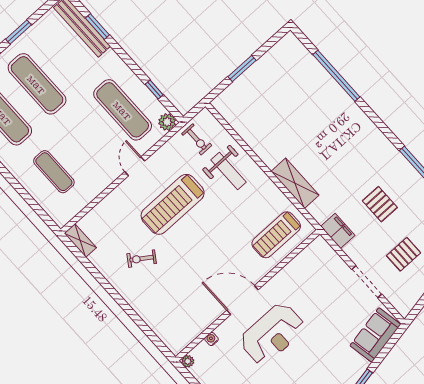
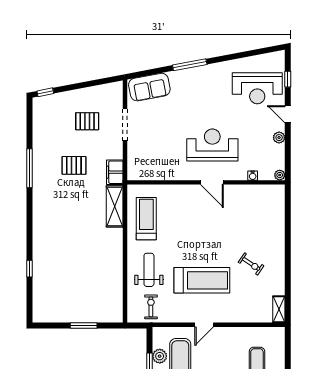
window: (336, 76) -> (29, 269), width x0.32
plant: (167, 122) -> (160, 356), moved
shelving: (295, 183) -> (115, 206), moved
pallet: (380, 204) -> (74, 165), turned 90
treadmill: (276, 235) -> (146, 219), moved, turned -90
door: (243, 300) -> (212, 182), width x0.73

